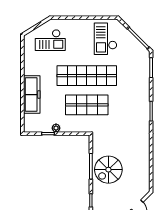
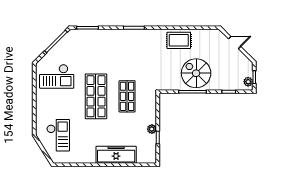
shop shelf: (87, 76) -> (96, 96), width x0.71
shop shelf: (87, 105) -> (127, 96), width x0.70, depth x0.74
rug: (139, 153) -> (179, 40), added
spiral stairs: (108, 170) -> (196, 73), turned 180

